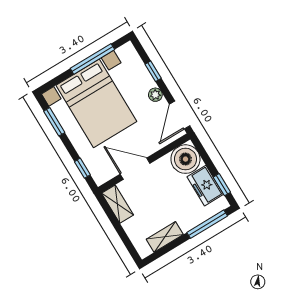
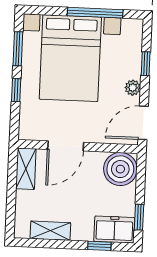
window: (82, 168) -> (16, 90), moved
door: (135, 169) -> (66, 146), swing flipped
freezer: (205, 186) -> (114, 229), moved, turned 90
window: (207, 224) -> (99, 246), width x0.46

